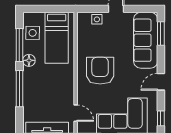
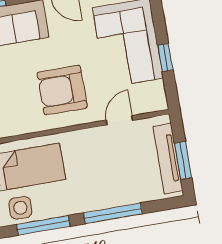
floor lamp: (29, 60) -> (65, 206), removed
door: (76, 113) -> (119, 120), moved

